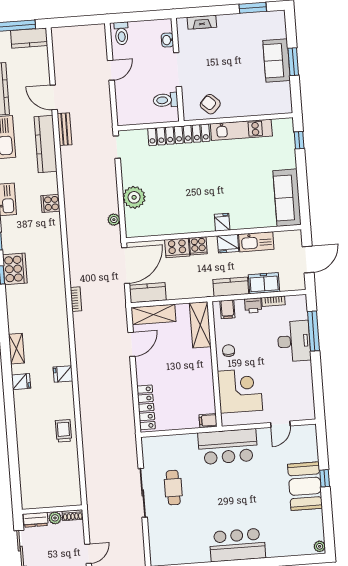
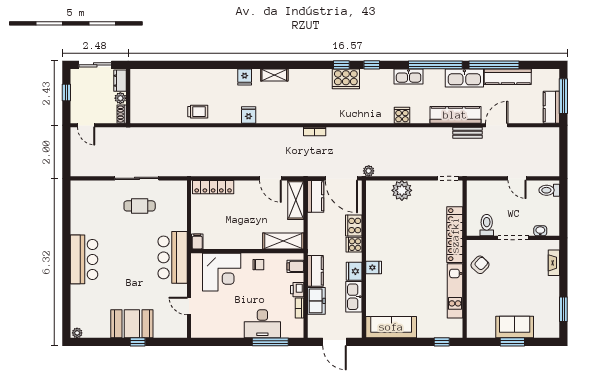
plant: (114, 220) -> (369, 171), moved

